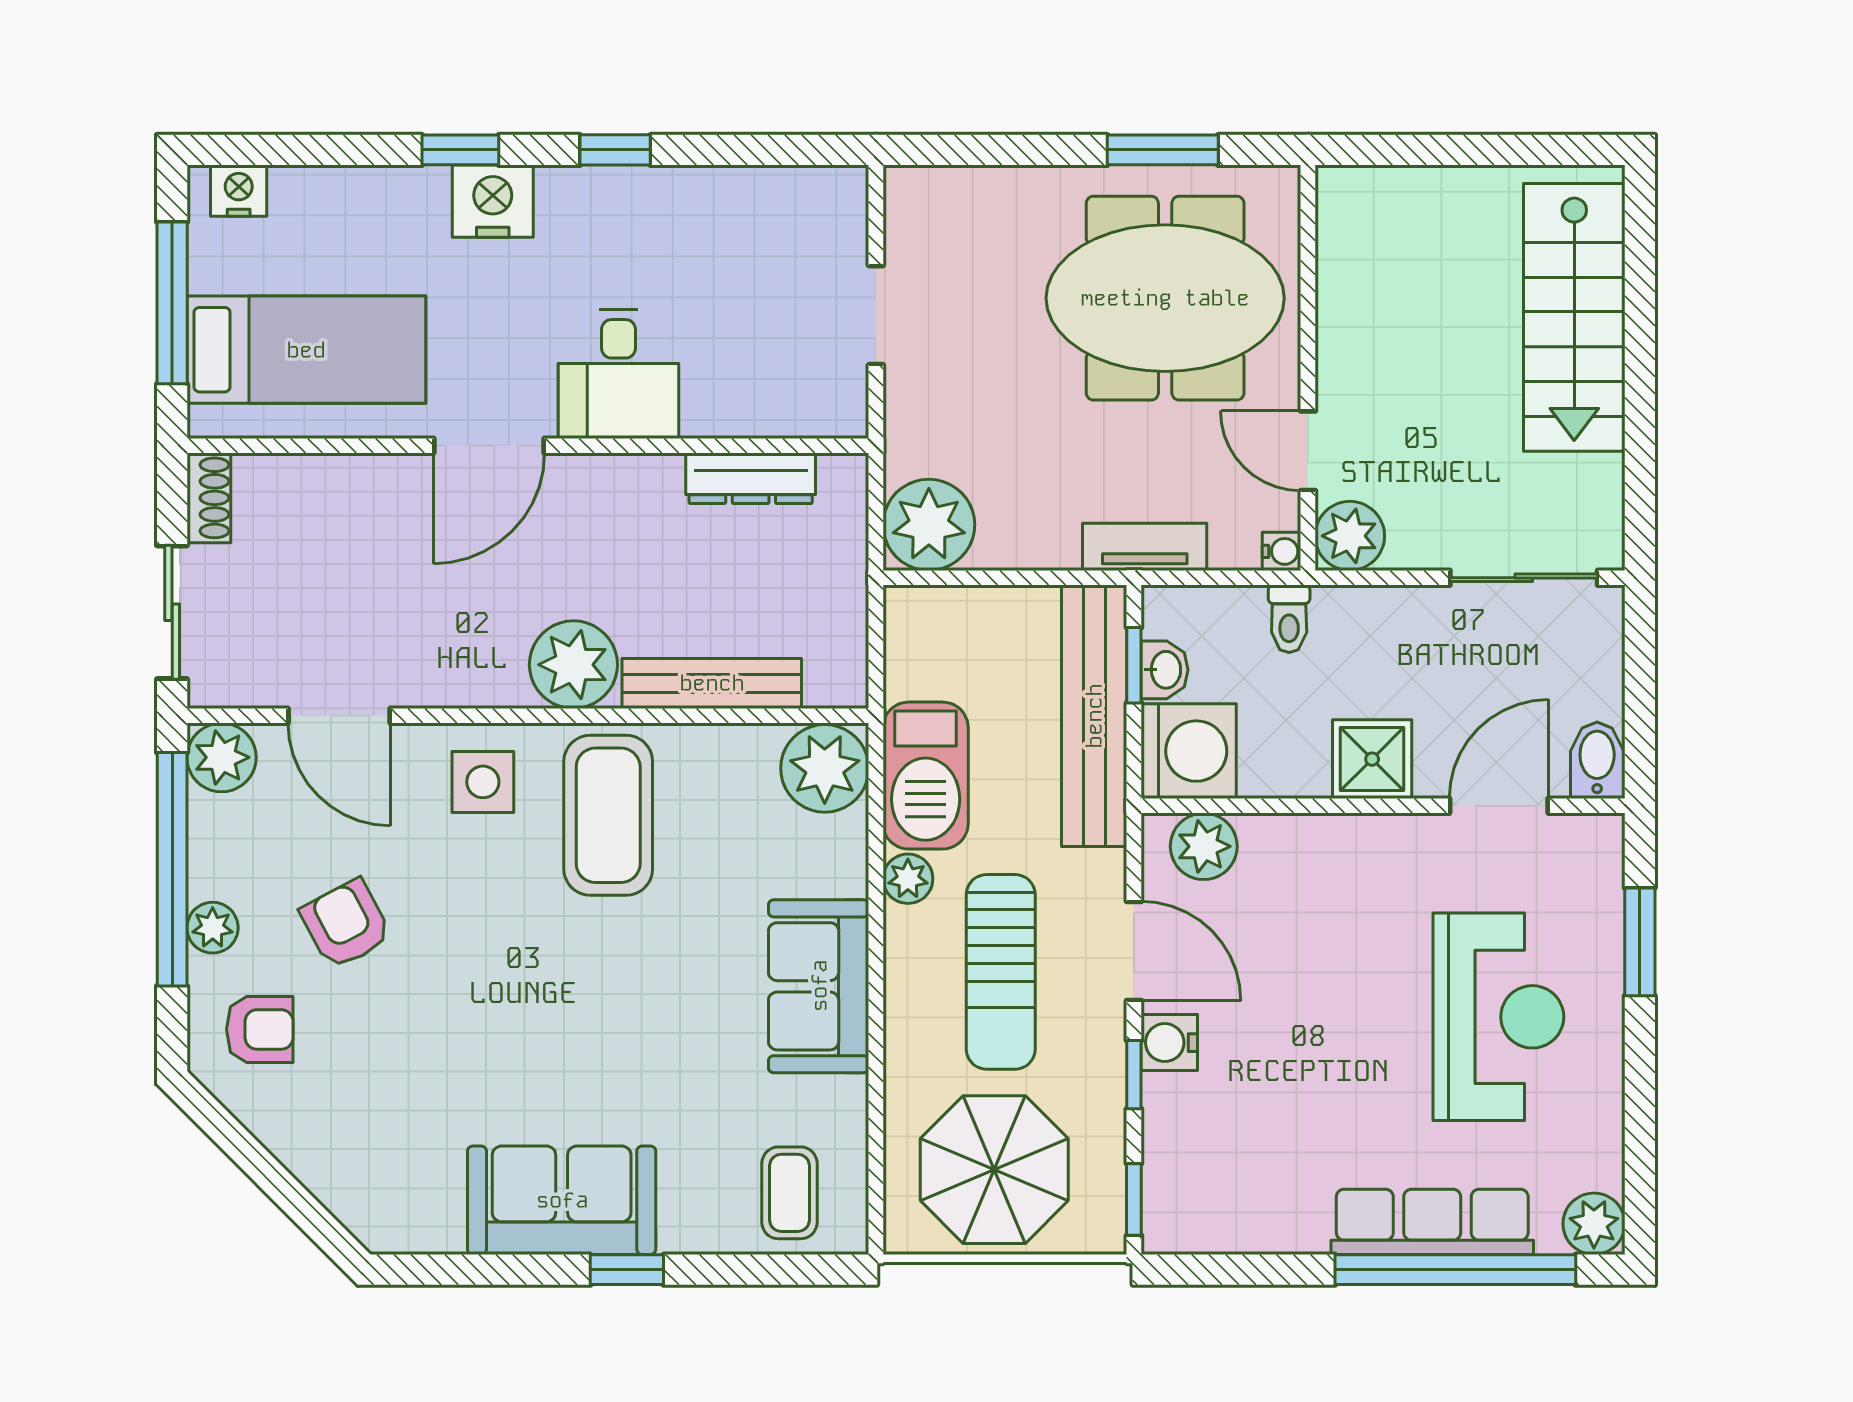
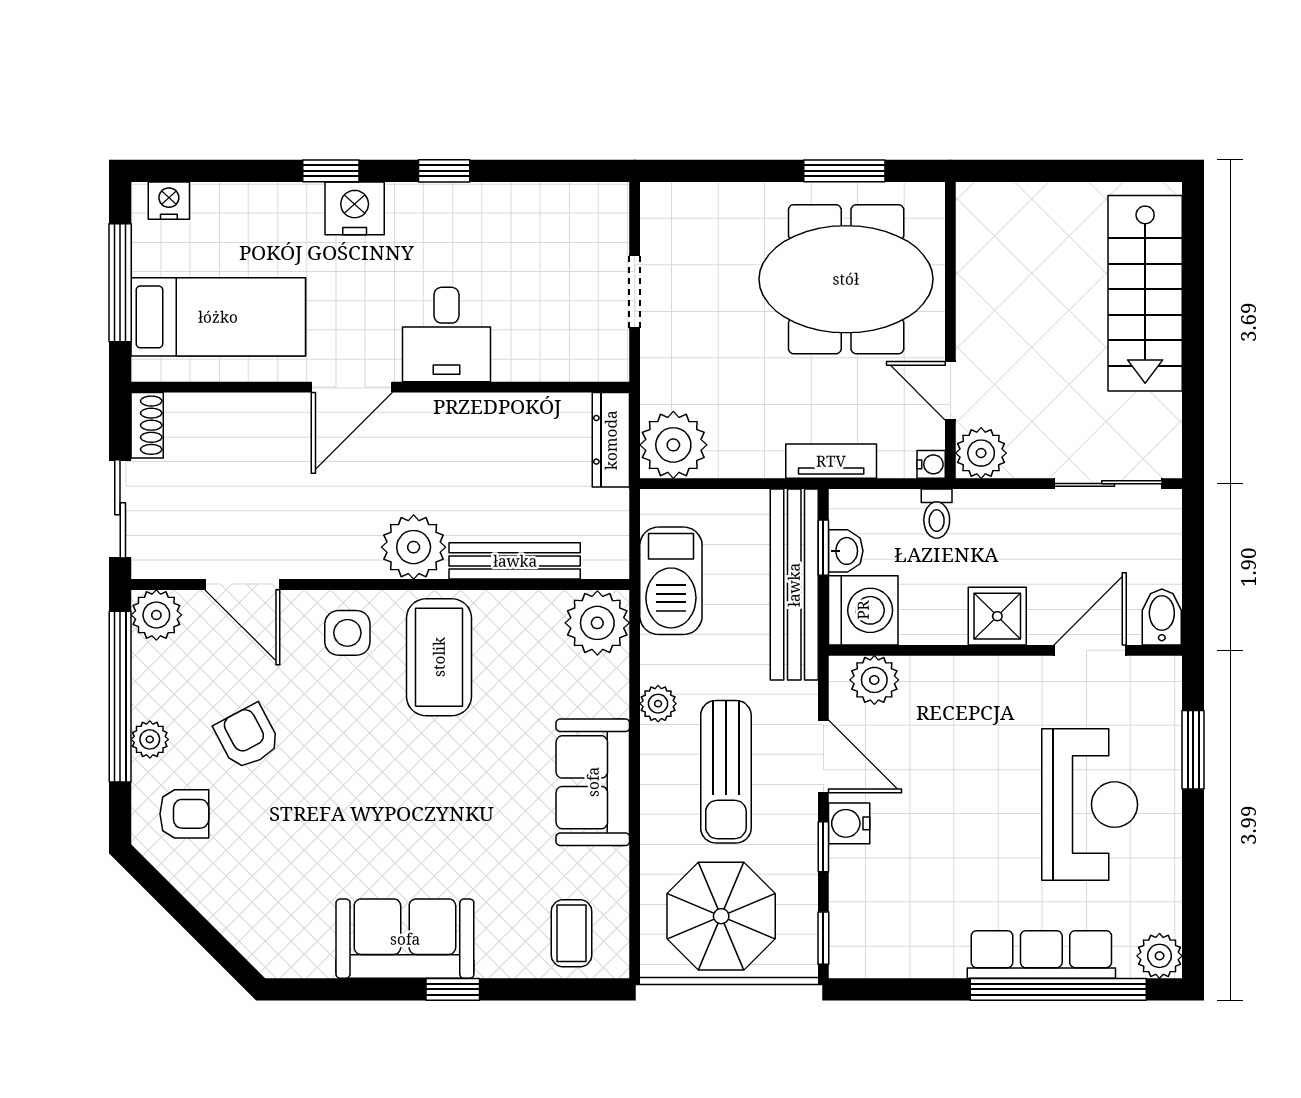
dresser: (751, 478) -> (611, 440), moved, turned 90
barbecue: (926, 776) -> (671, 581), moved

